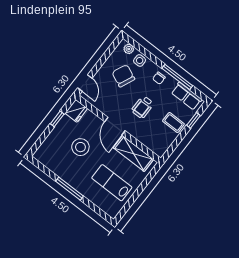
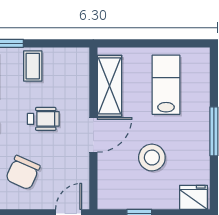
fridge: (76, 111) -> (194, 197), moved
lab bench: (112, 183) -> (166, 85), turned 180

